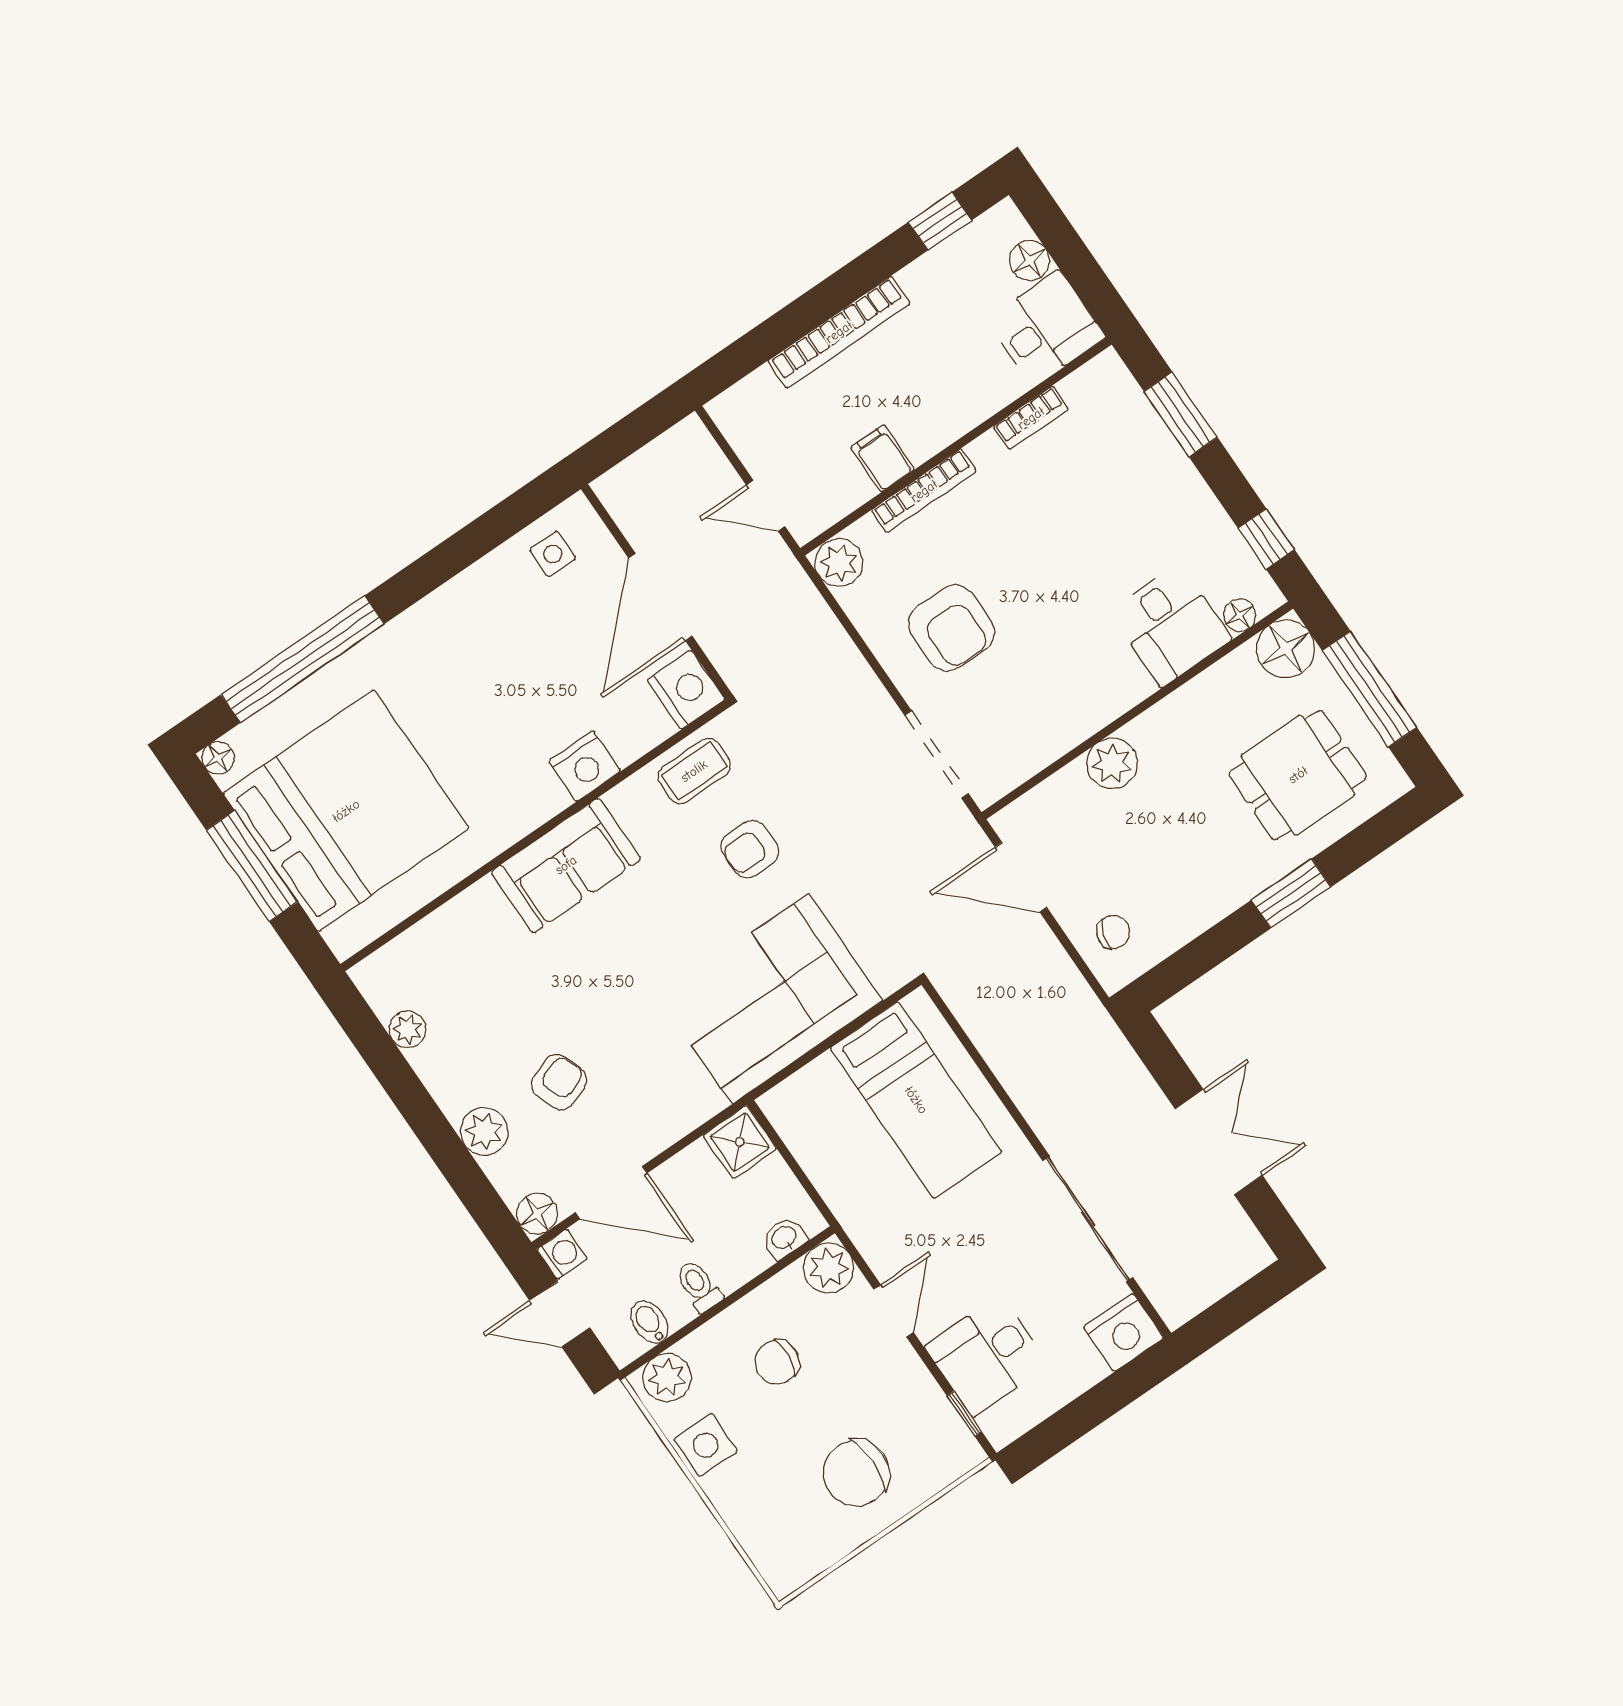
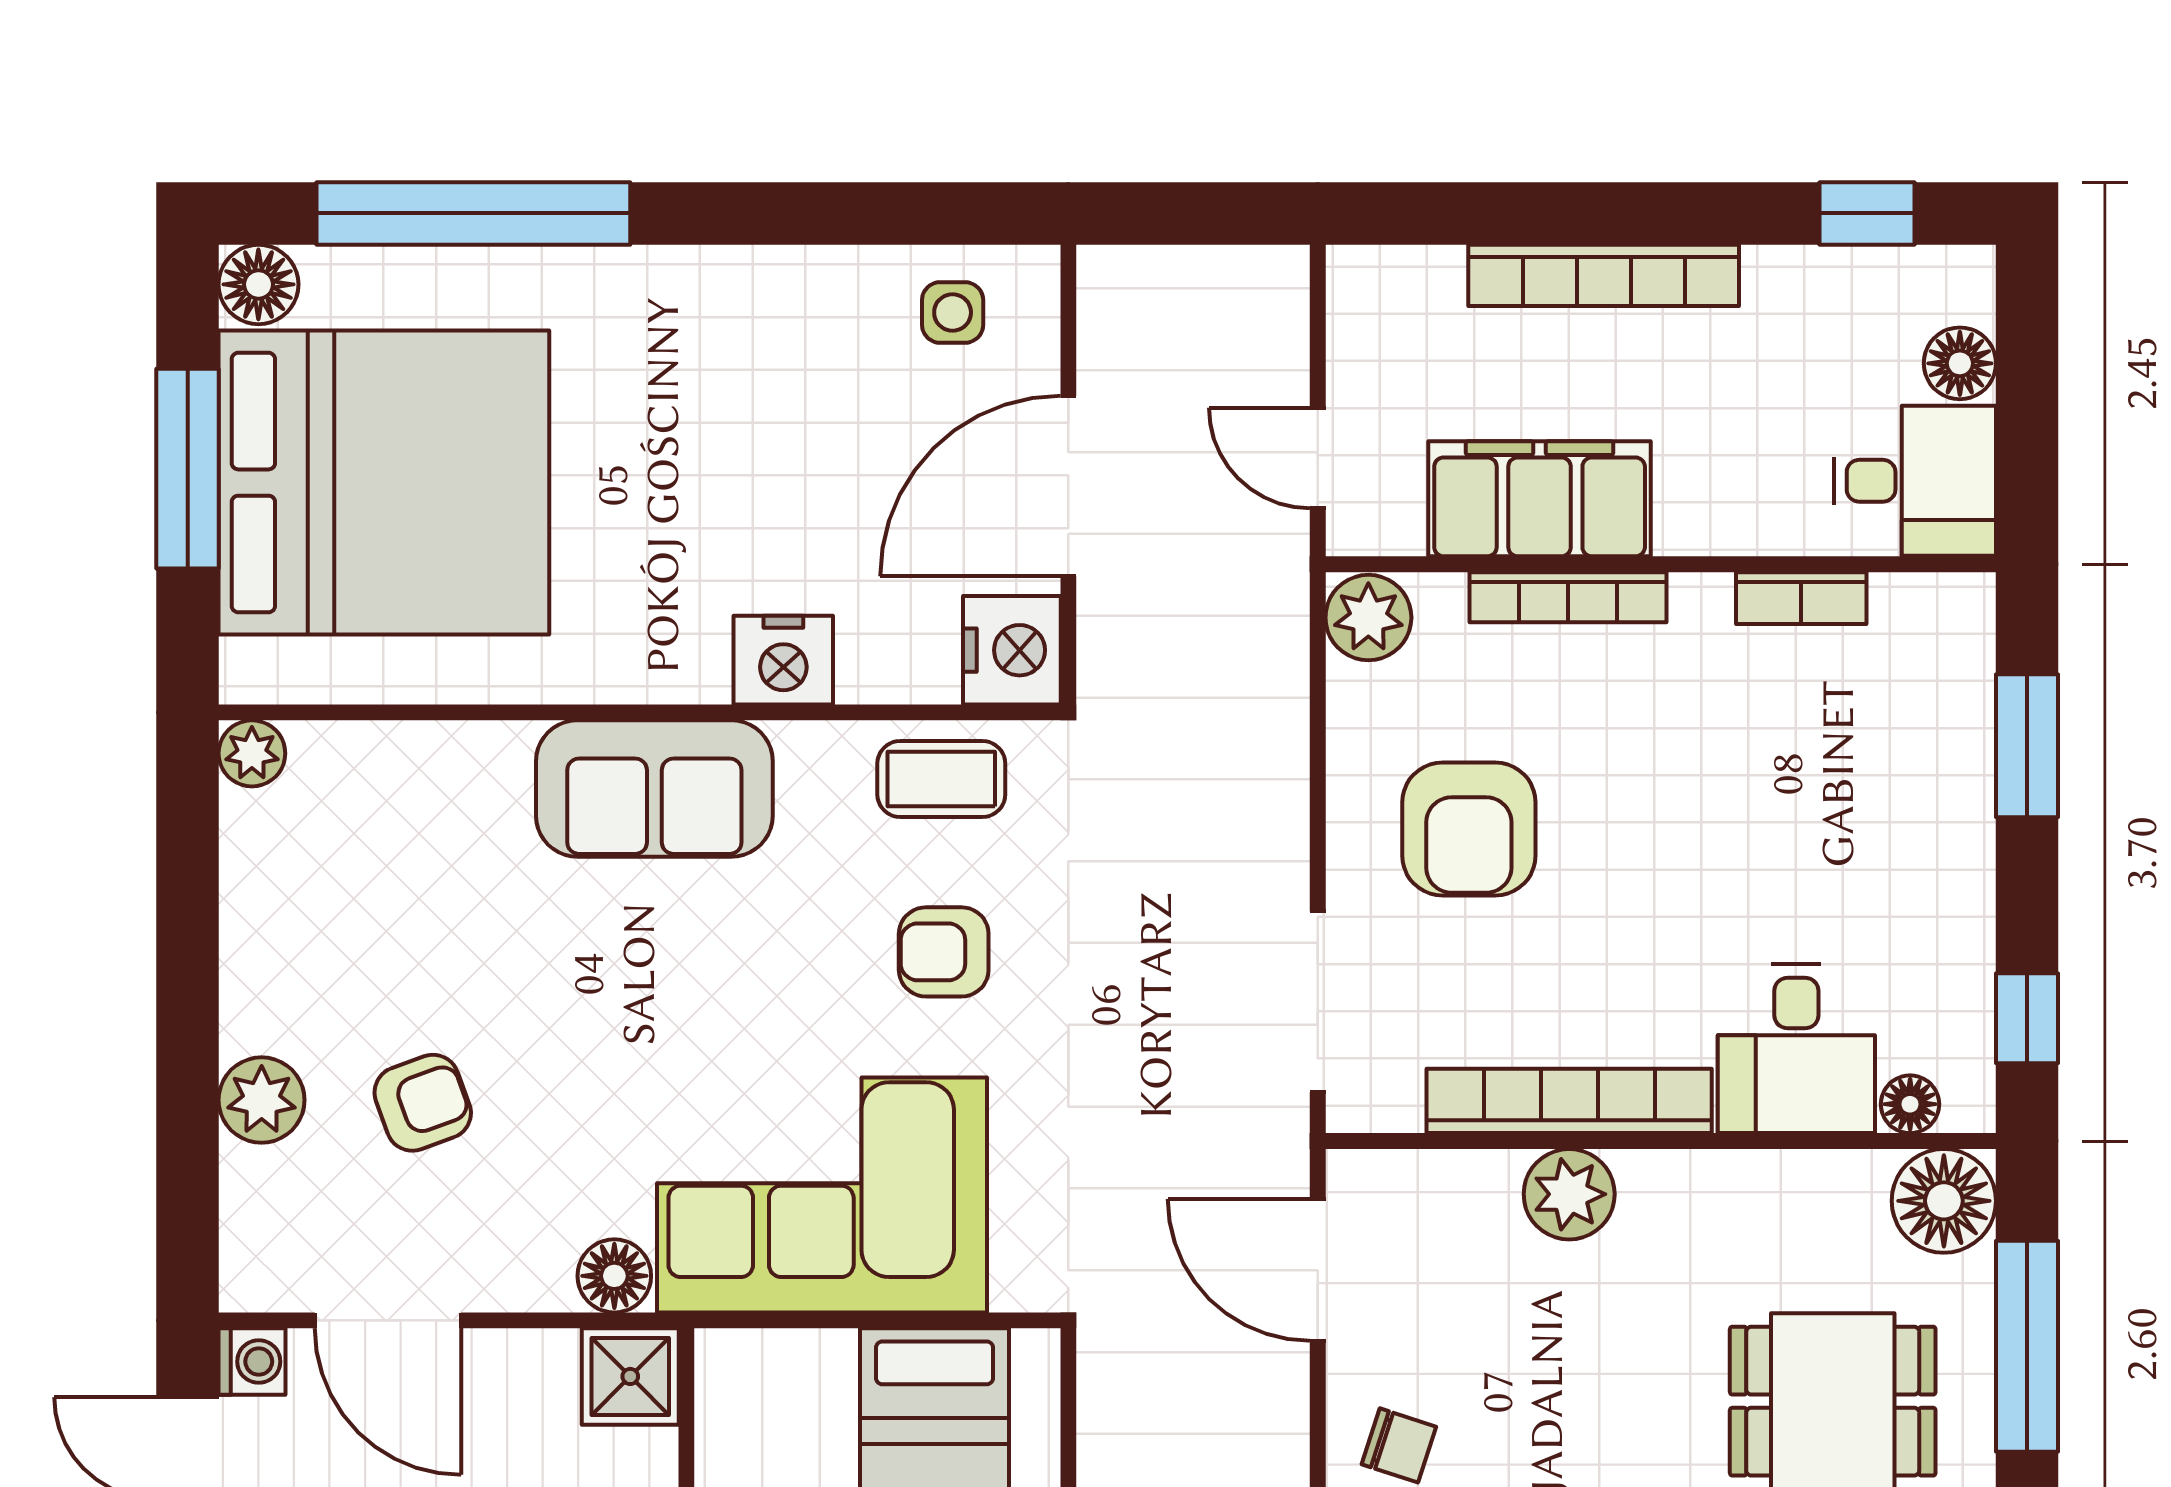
filing cabinet: (882, 458) -> (1540, 499), width x3.00, depth x1.17
bookcase: (1083, 721) -> (1569, 1101), added
floor lamp: (218, 758) -> (258, 284), width x1.37, depth x1.37
plant: (408, 1029) -> (252, 753), moved
floor lamp: (537, 1214) -> (614, 1276), moved

